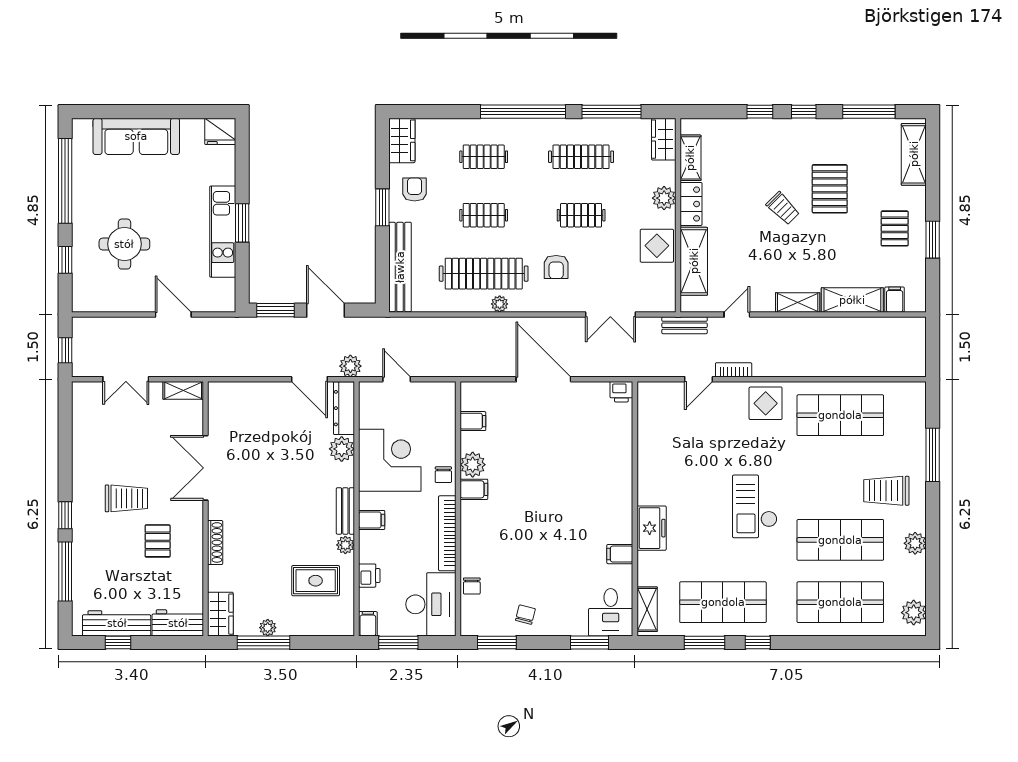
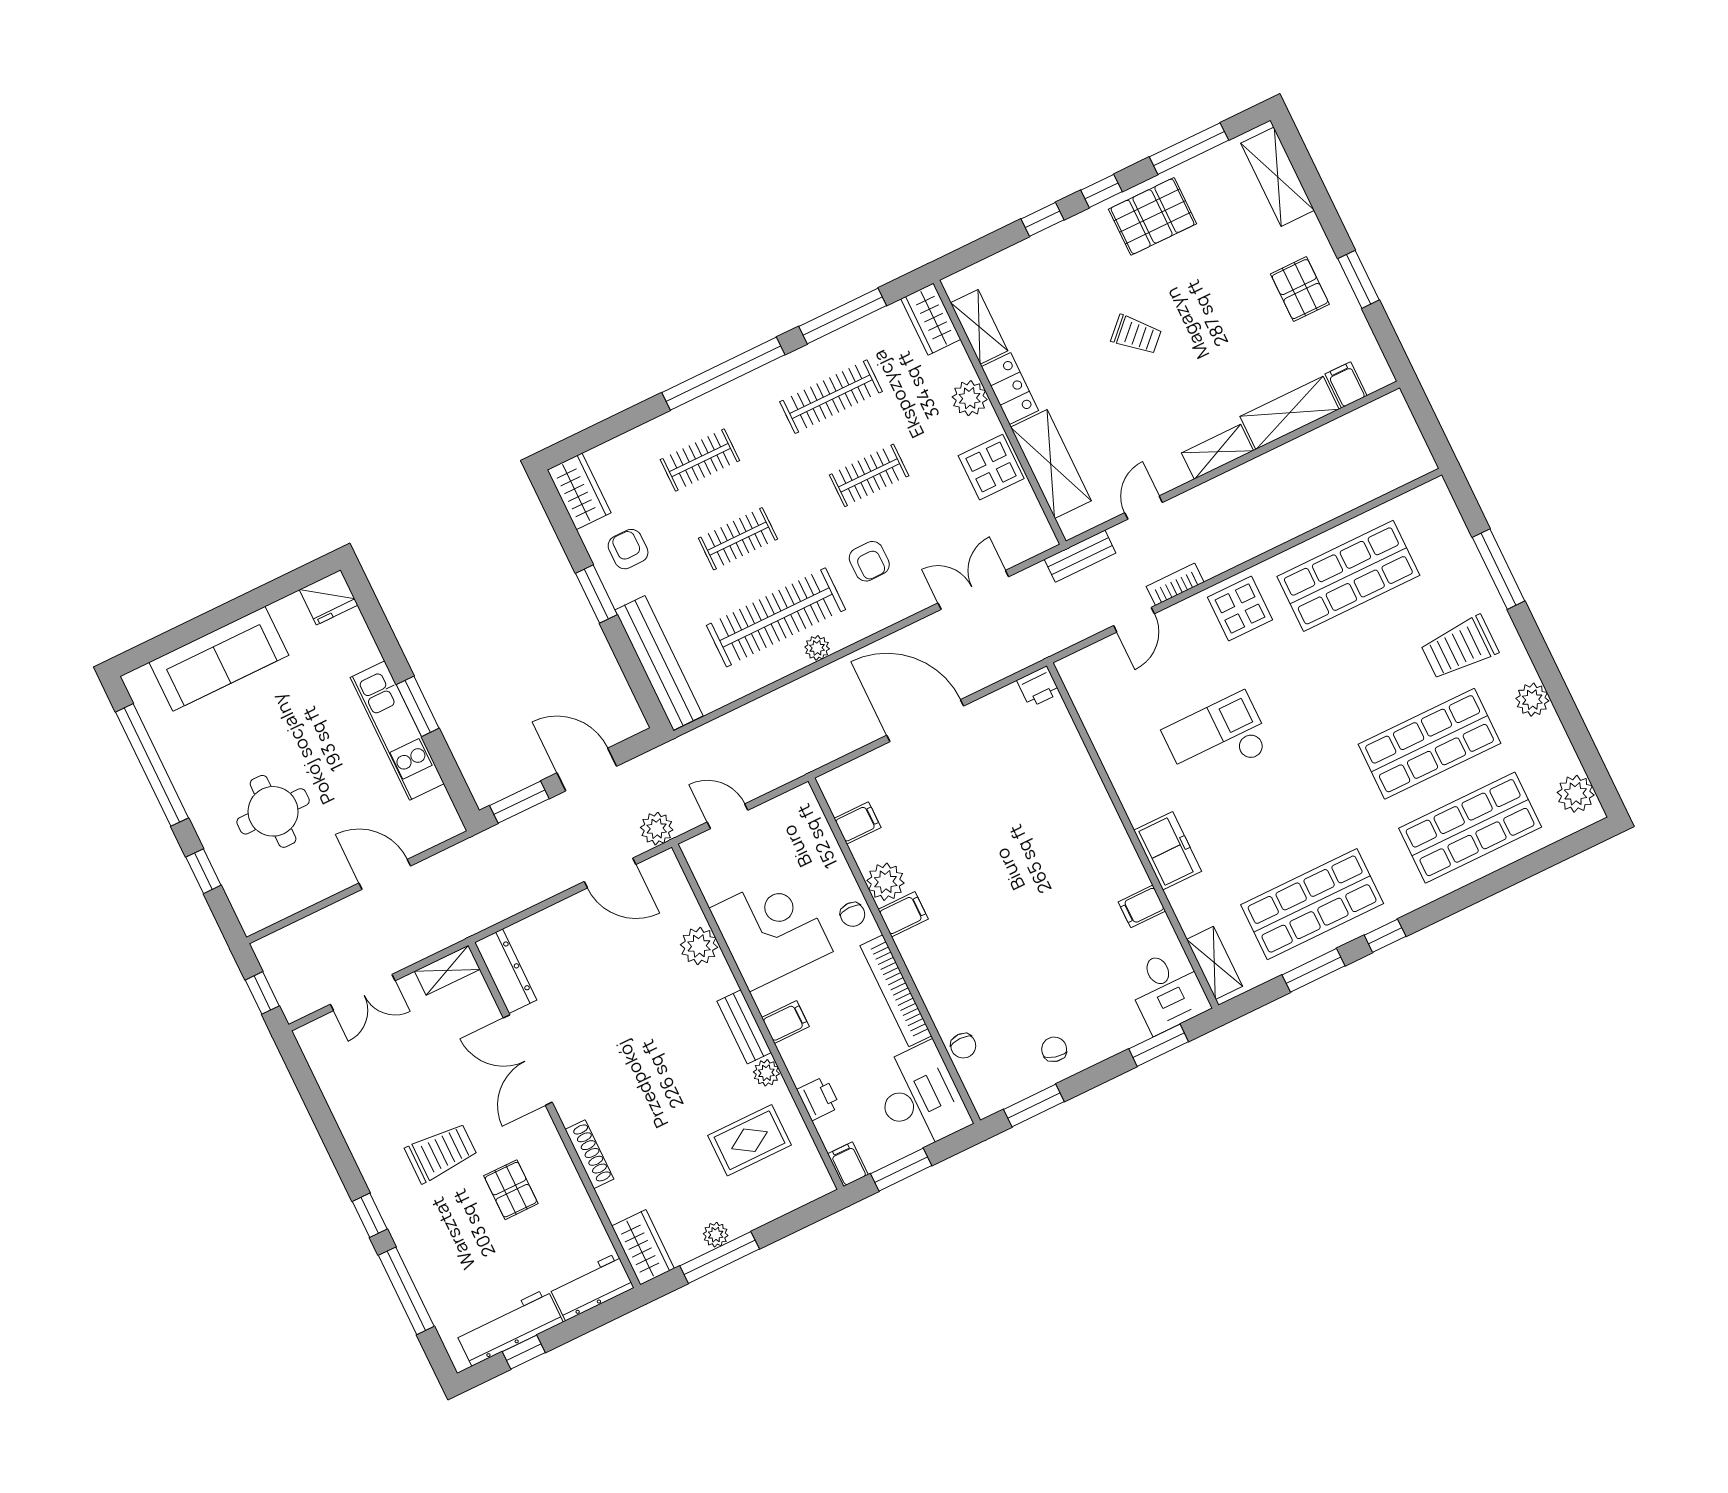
pallet: (830, 189) -> (1152, 216), moved, turned 90
double door: (610, 314) -> (973, 590), swing flipped
dresser: (344, 408) -> (506, 971), moved, turned 180
checkout: (755, 506) -> (1217, 739), moved, turned 90

